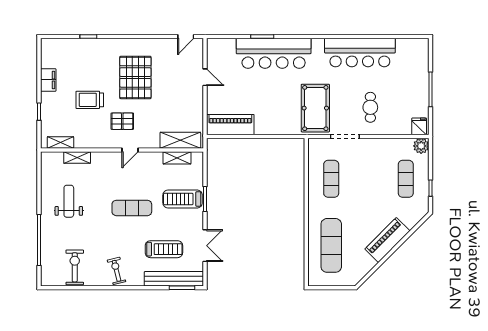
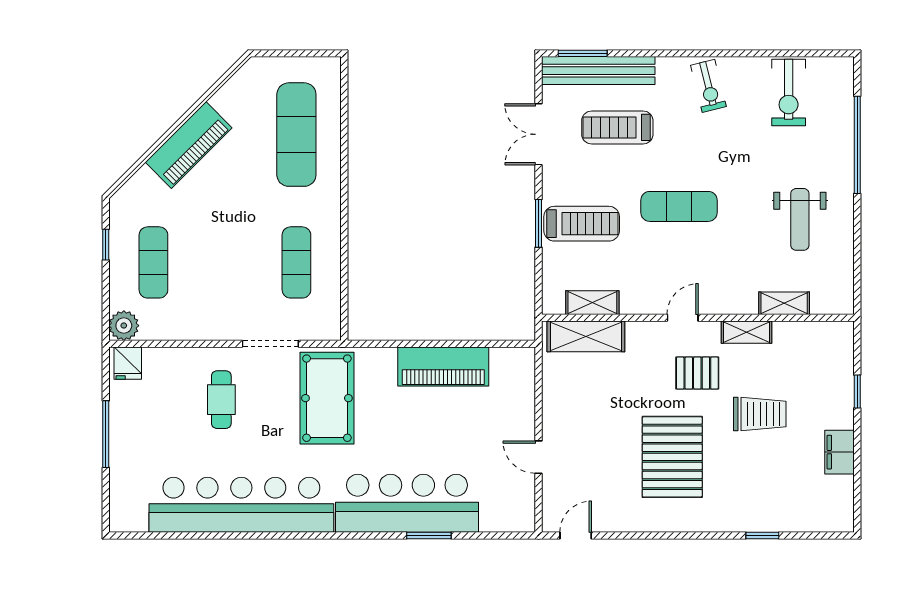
bar counter: (360, 52) -> (241, 505), width x1.36
piano: (230, 125) -> (443, 366), moved
shelving: (60, 142) -> (747, 332), moved

